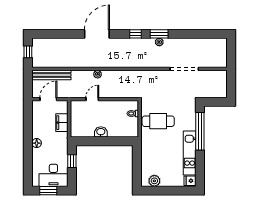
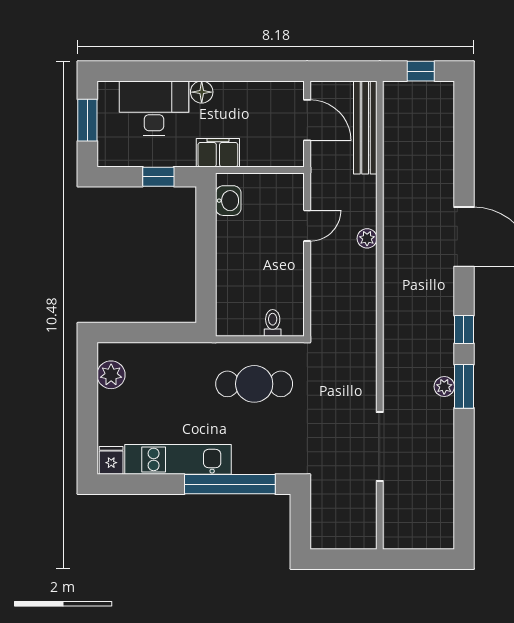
door: (92, 99) -> (307, 226), hinge flipped
cafe table: (158, 121) -> (254, 384), turned 90
filing cabinet: (62, 123) -> (218, 153), moved
washbasin: (101, 132) -> (228, 201), moved
desk: (53, 175) -> (154, 108), moved, turned 90

